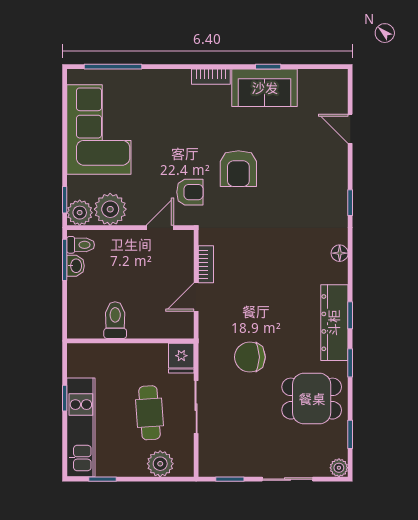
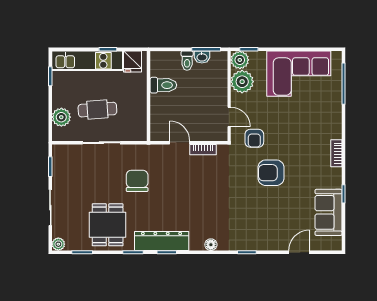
sofa: (265, 88) -> (328, 212), moved
toilet: (81, 245) -> (187, 61), moved
fridge: (181, 358) -> (133, 62), moved, turned -90

